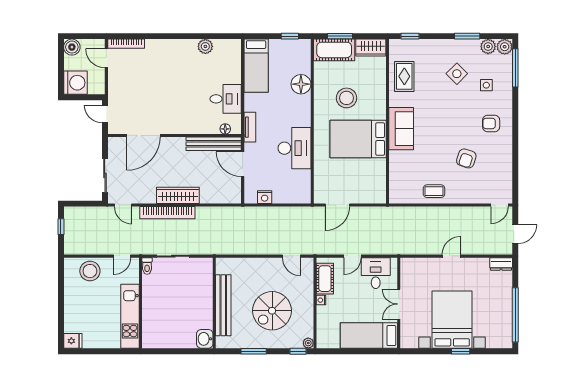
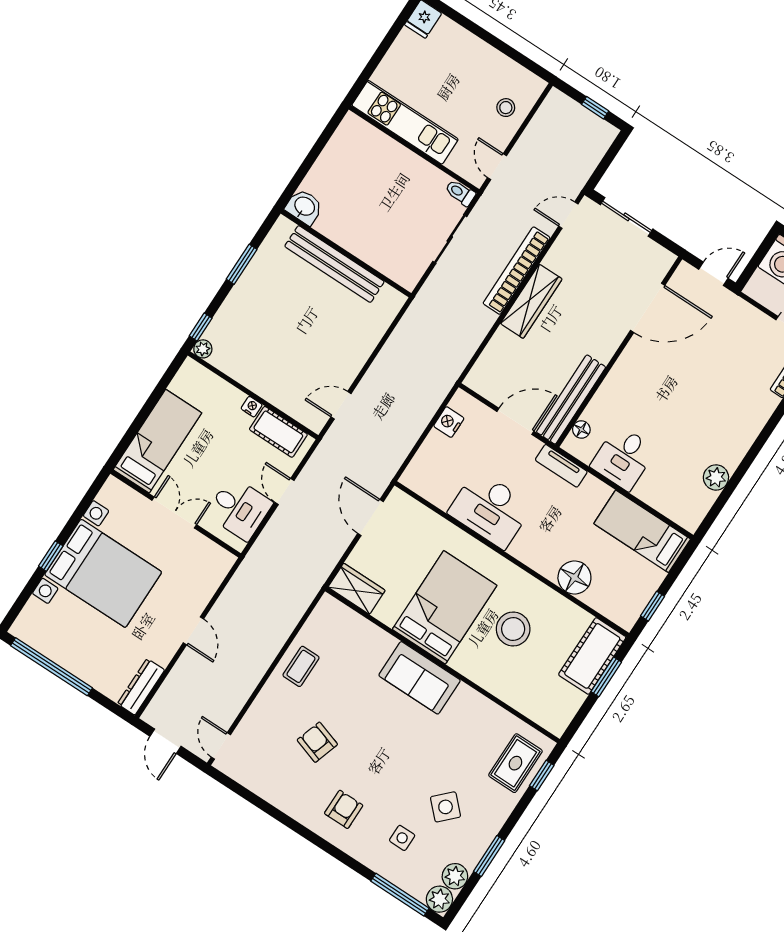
wardrobe: (371, 48) -> (357, 589), moved, turned 90
rug: (404, 76) -> (515, 763), moved, turned 90
door: (143, 135) -> (648, 308), swing flipped
dresser: (501, 264) -> (141, 687), width x1.44
stool: (90, 271) -> (506, 108), width x0.53, depth x0.53
spiral stairs: (272, 311) -> (282, 328), removed

